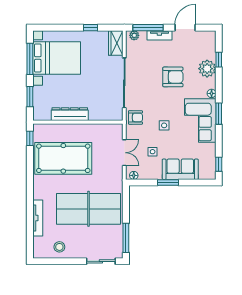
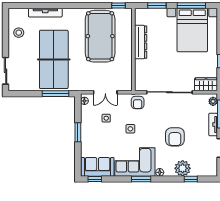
sofa: (180, 169) -> (98, 167), moved, turned -90
window: (126, 238) -> (56, 94), moved

